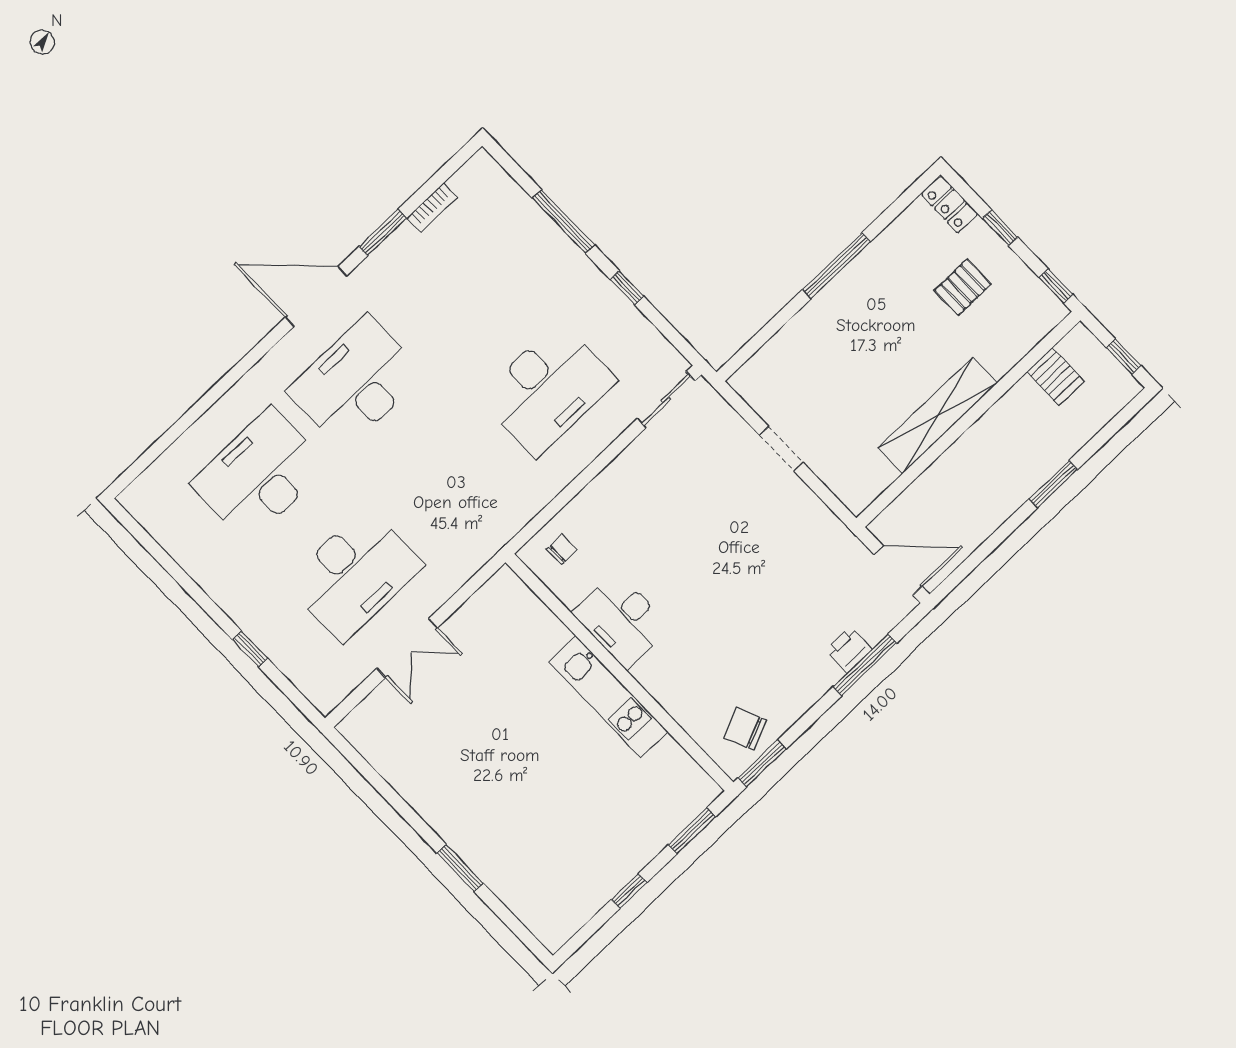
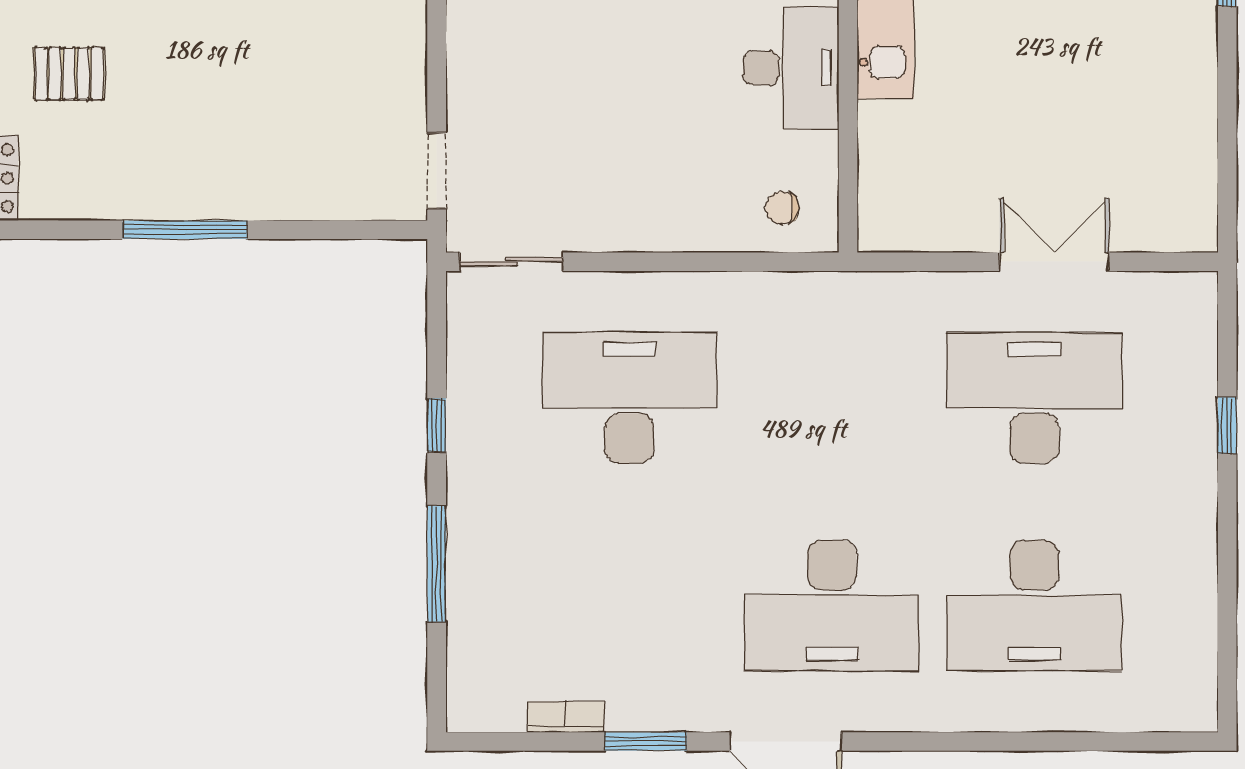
doorway: (781, 449) -> (437, 171), moved

